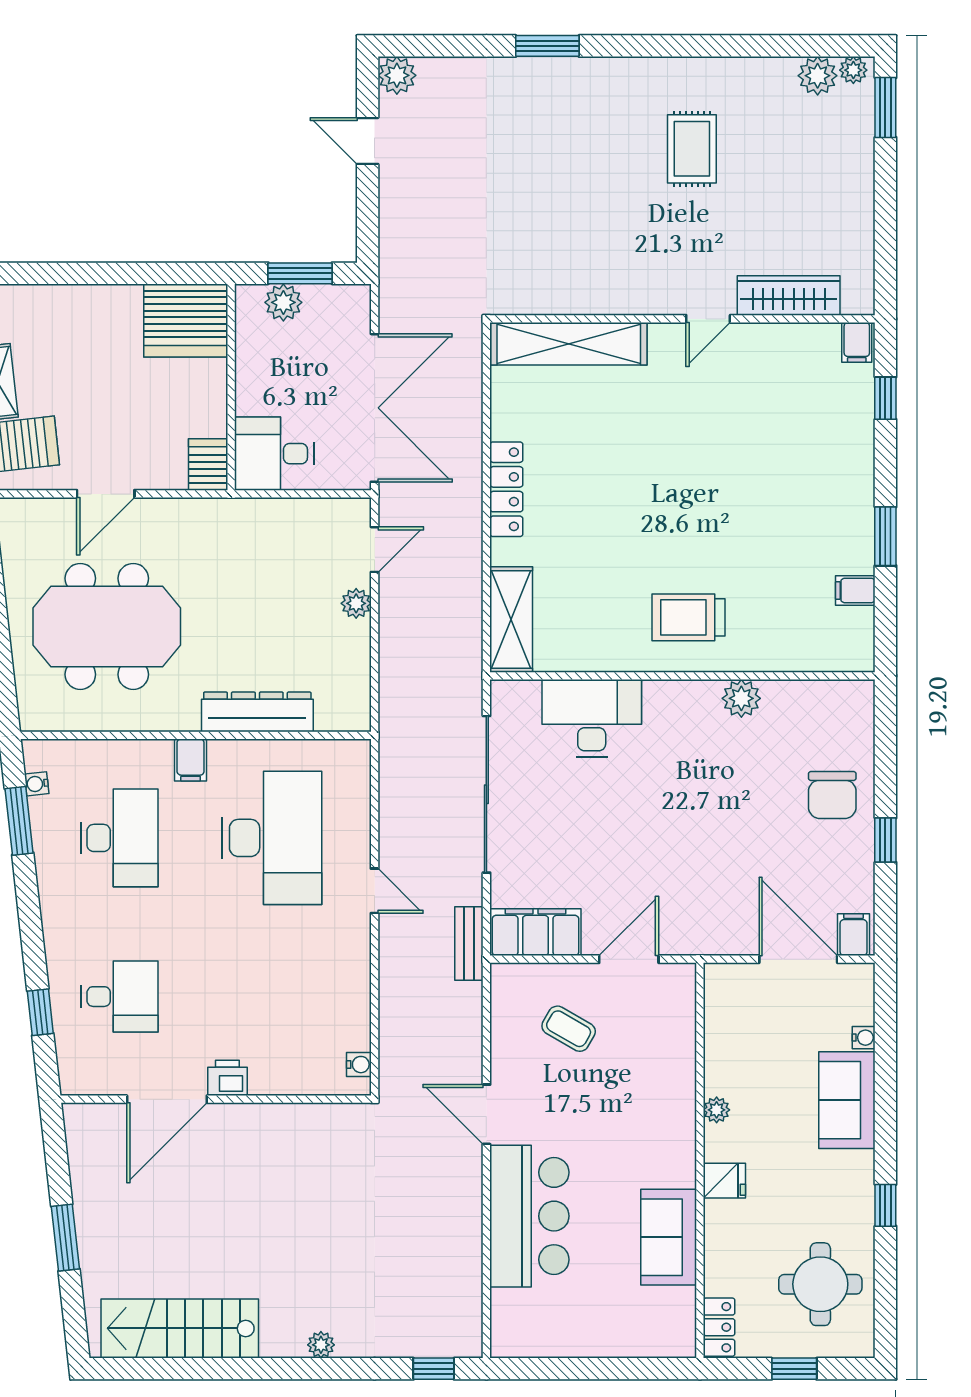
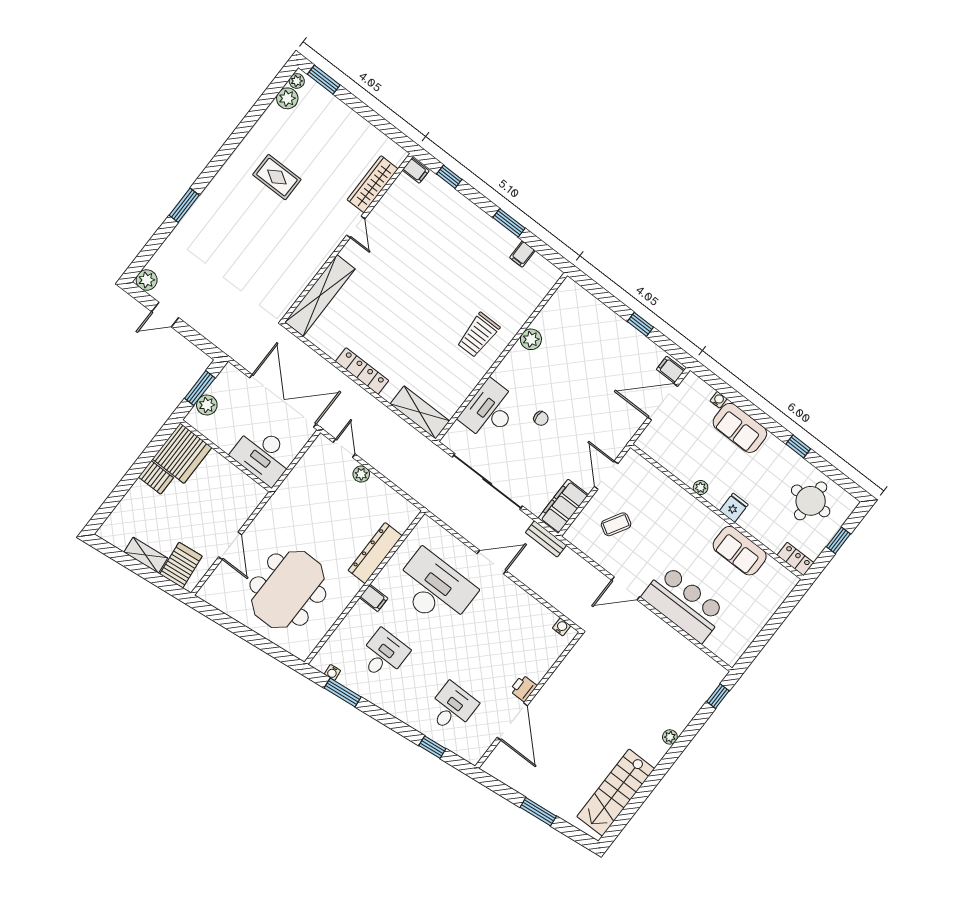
desk: (274, 454) -> (263, 455), width x1.37
server rack: (208, 464) -> (156, 477), moved, turned 180
chair: (832, 795) -> (541, 418), moved, width x0.54, depth x0.54
desk: (119, 838) -> (384, 655), width x0.73
door: (375, 891) -> (492, 562), width x1.38

